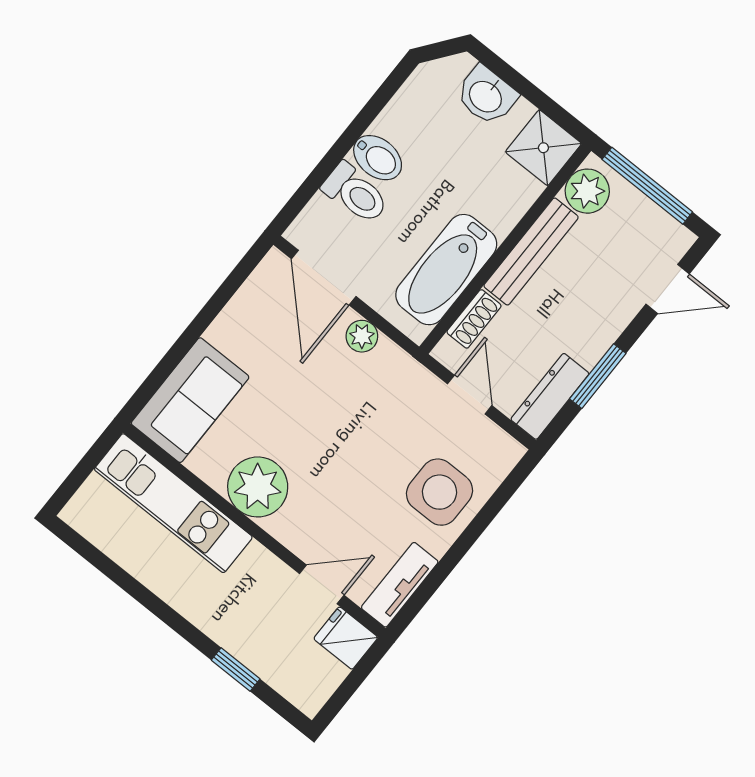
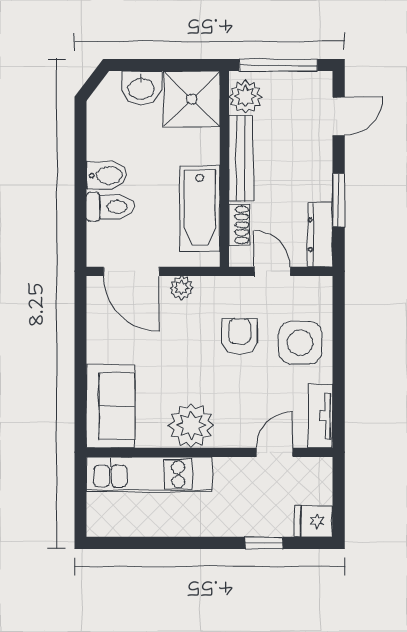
shower: (543, 148) -> (192, 99), width x1.36, depth x1.36
armchair: (382, 435) -> (240, 336), added
fridge: (346, 638) -> (314, 521), moved

